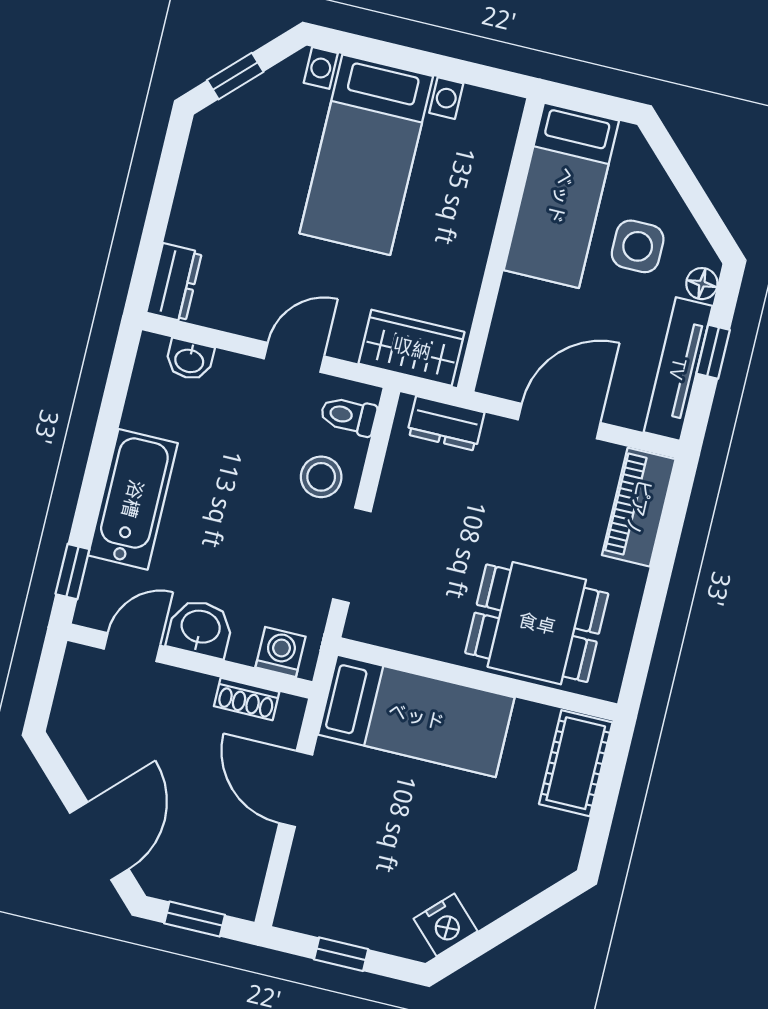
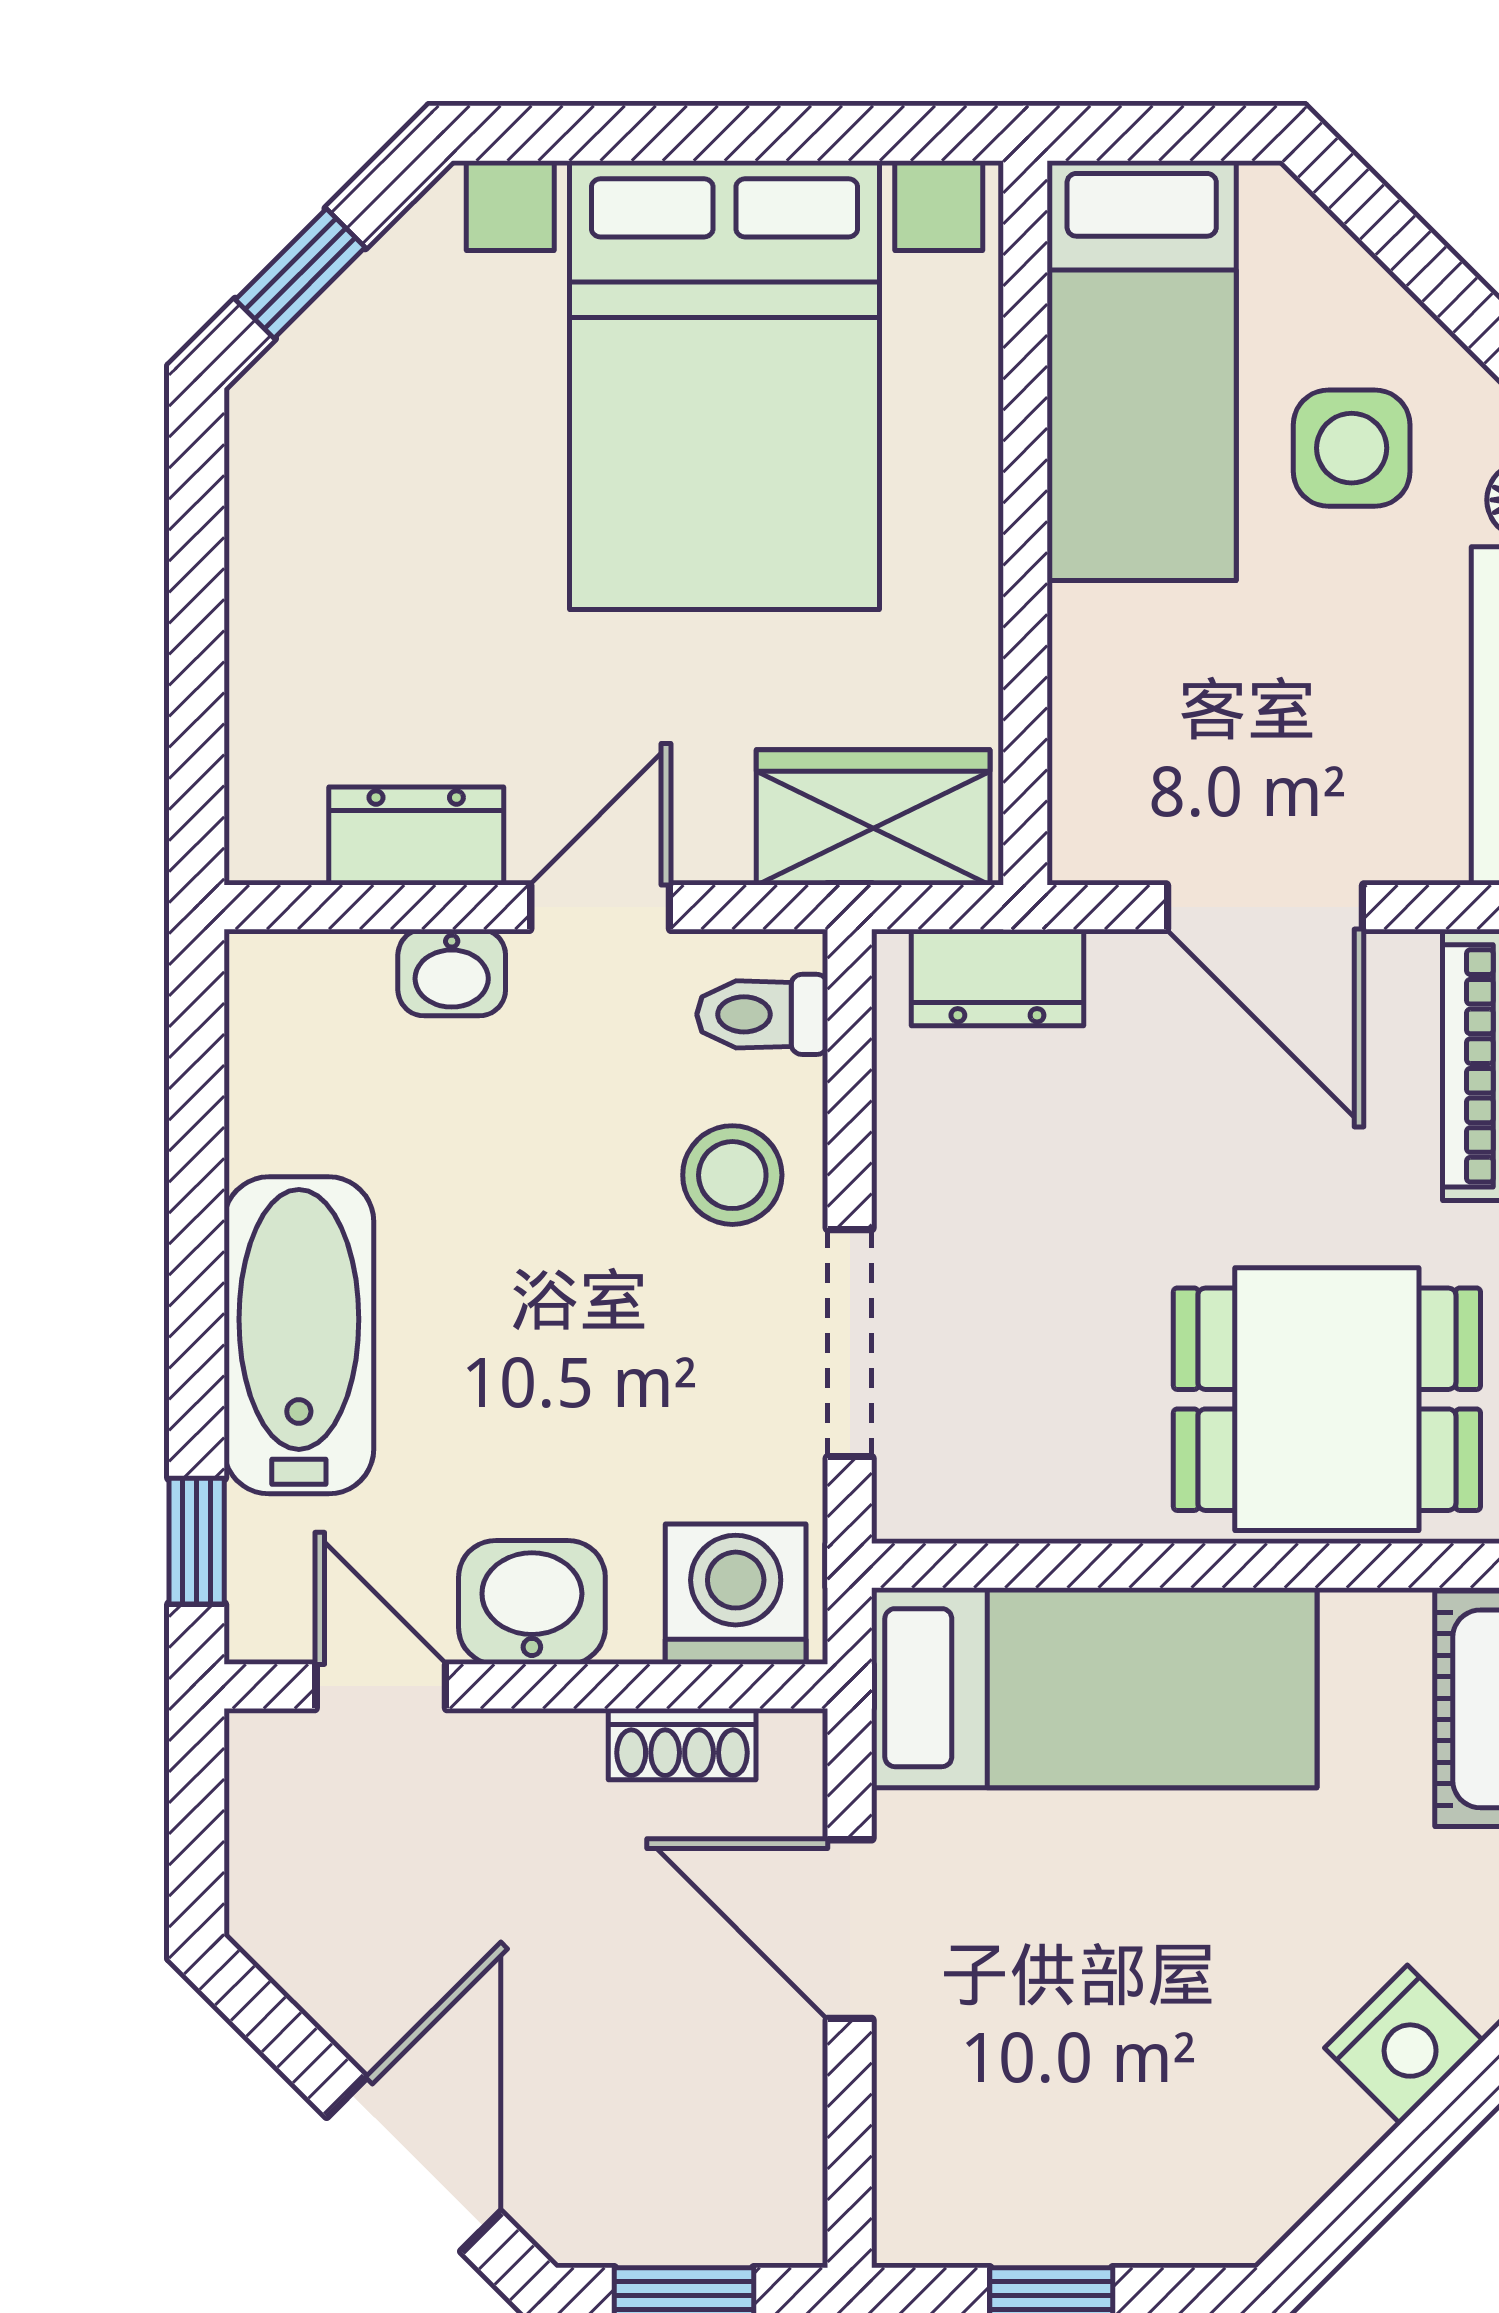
bed with nightstands: (366, 155) -> (725, 385), width x1.36
dresser: (174, 282) -> (416, 836), moved, turned -90
washbasin: (189, 360) -> (452, 972), moved
door: (559, 421) -> (1265, 907), swing flipped
door: (132, 647) -> (381, 1686), hinge flipped
washing machine: (281, 652) -> (736, 1594), width x1.38, depth x1.38
nightstand: (445, 925) -> (1404, 2044), moved

